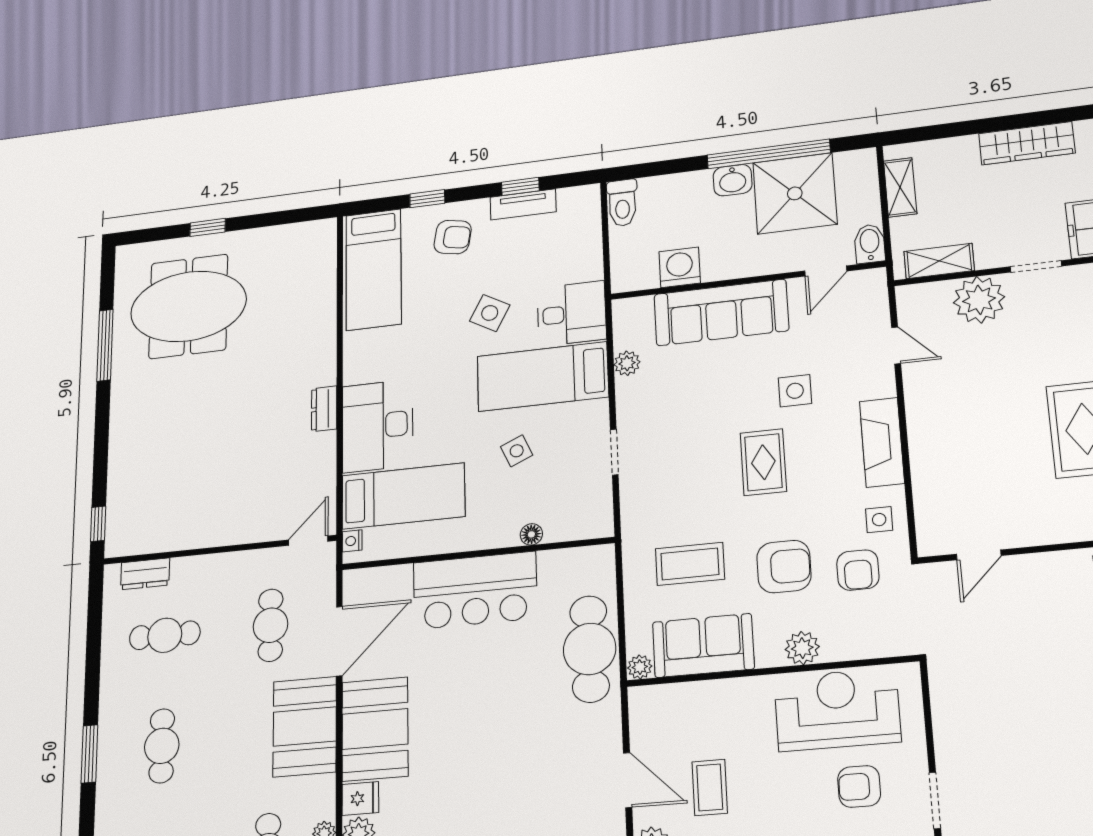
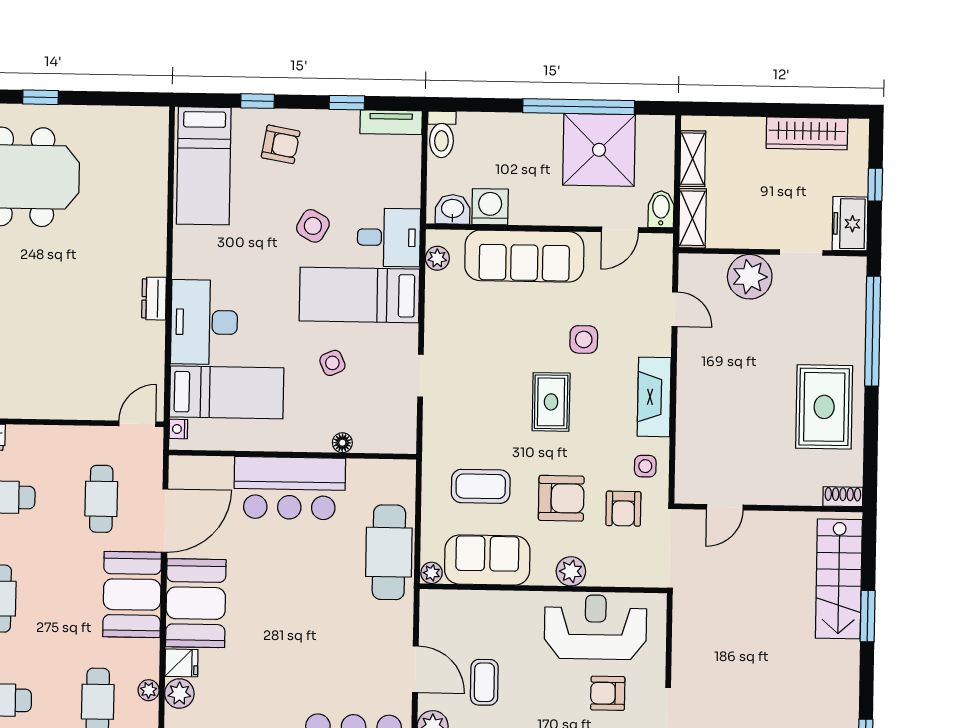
washbasin: (733, 180) -> (453, 209), moved, turned 180
tv unit: (523, 204) -> (391, 122), moved
shelving: (939, 261) -> (692, 218), moved, turned 90
plant: (627, 363) -> (437, 258), moved

